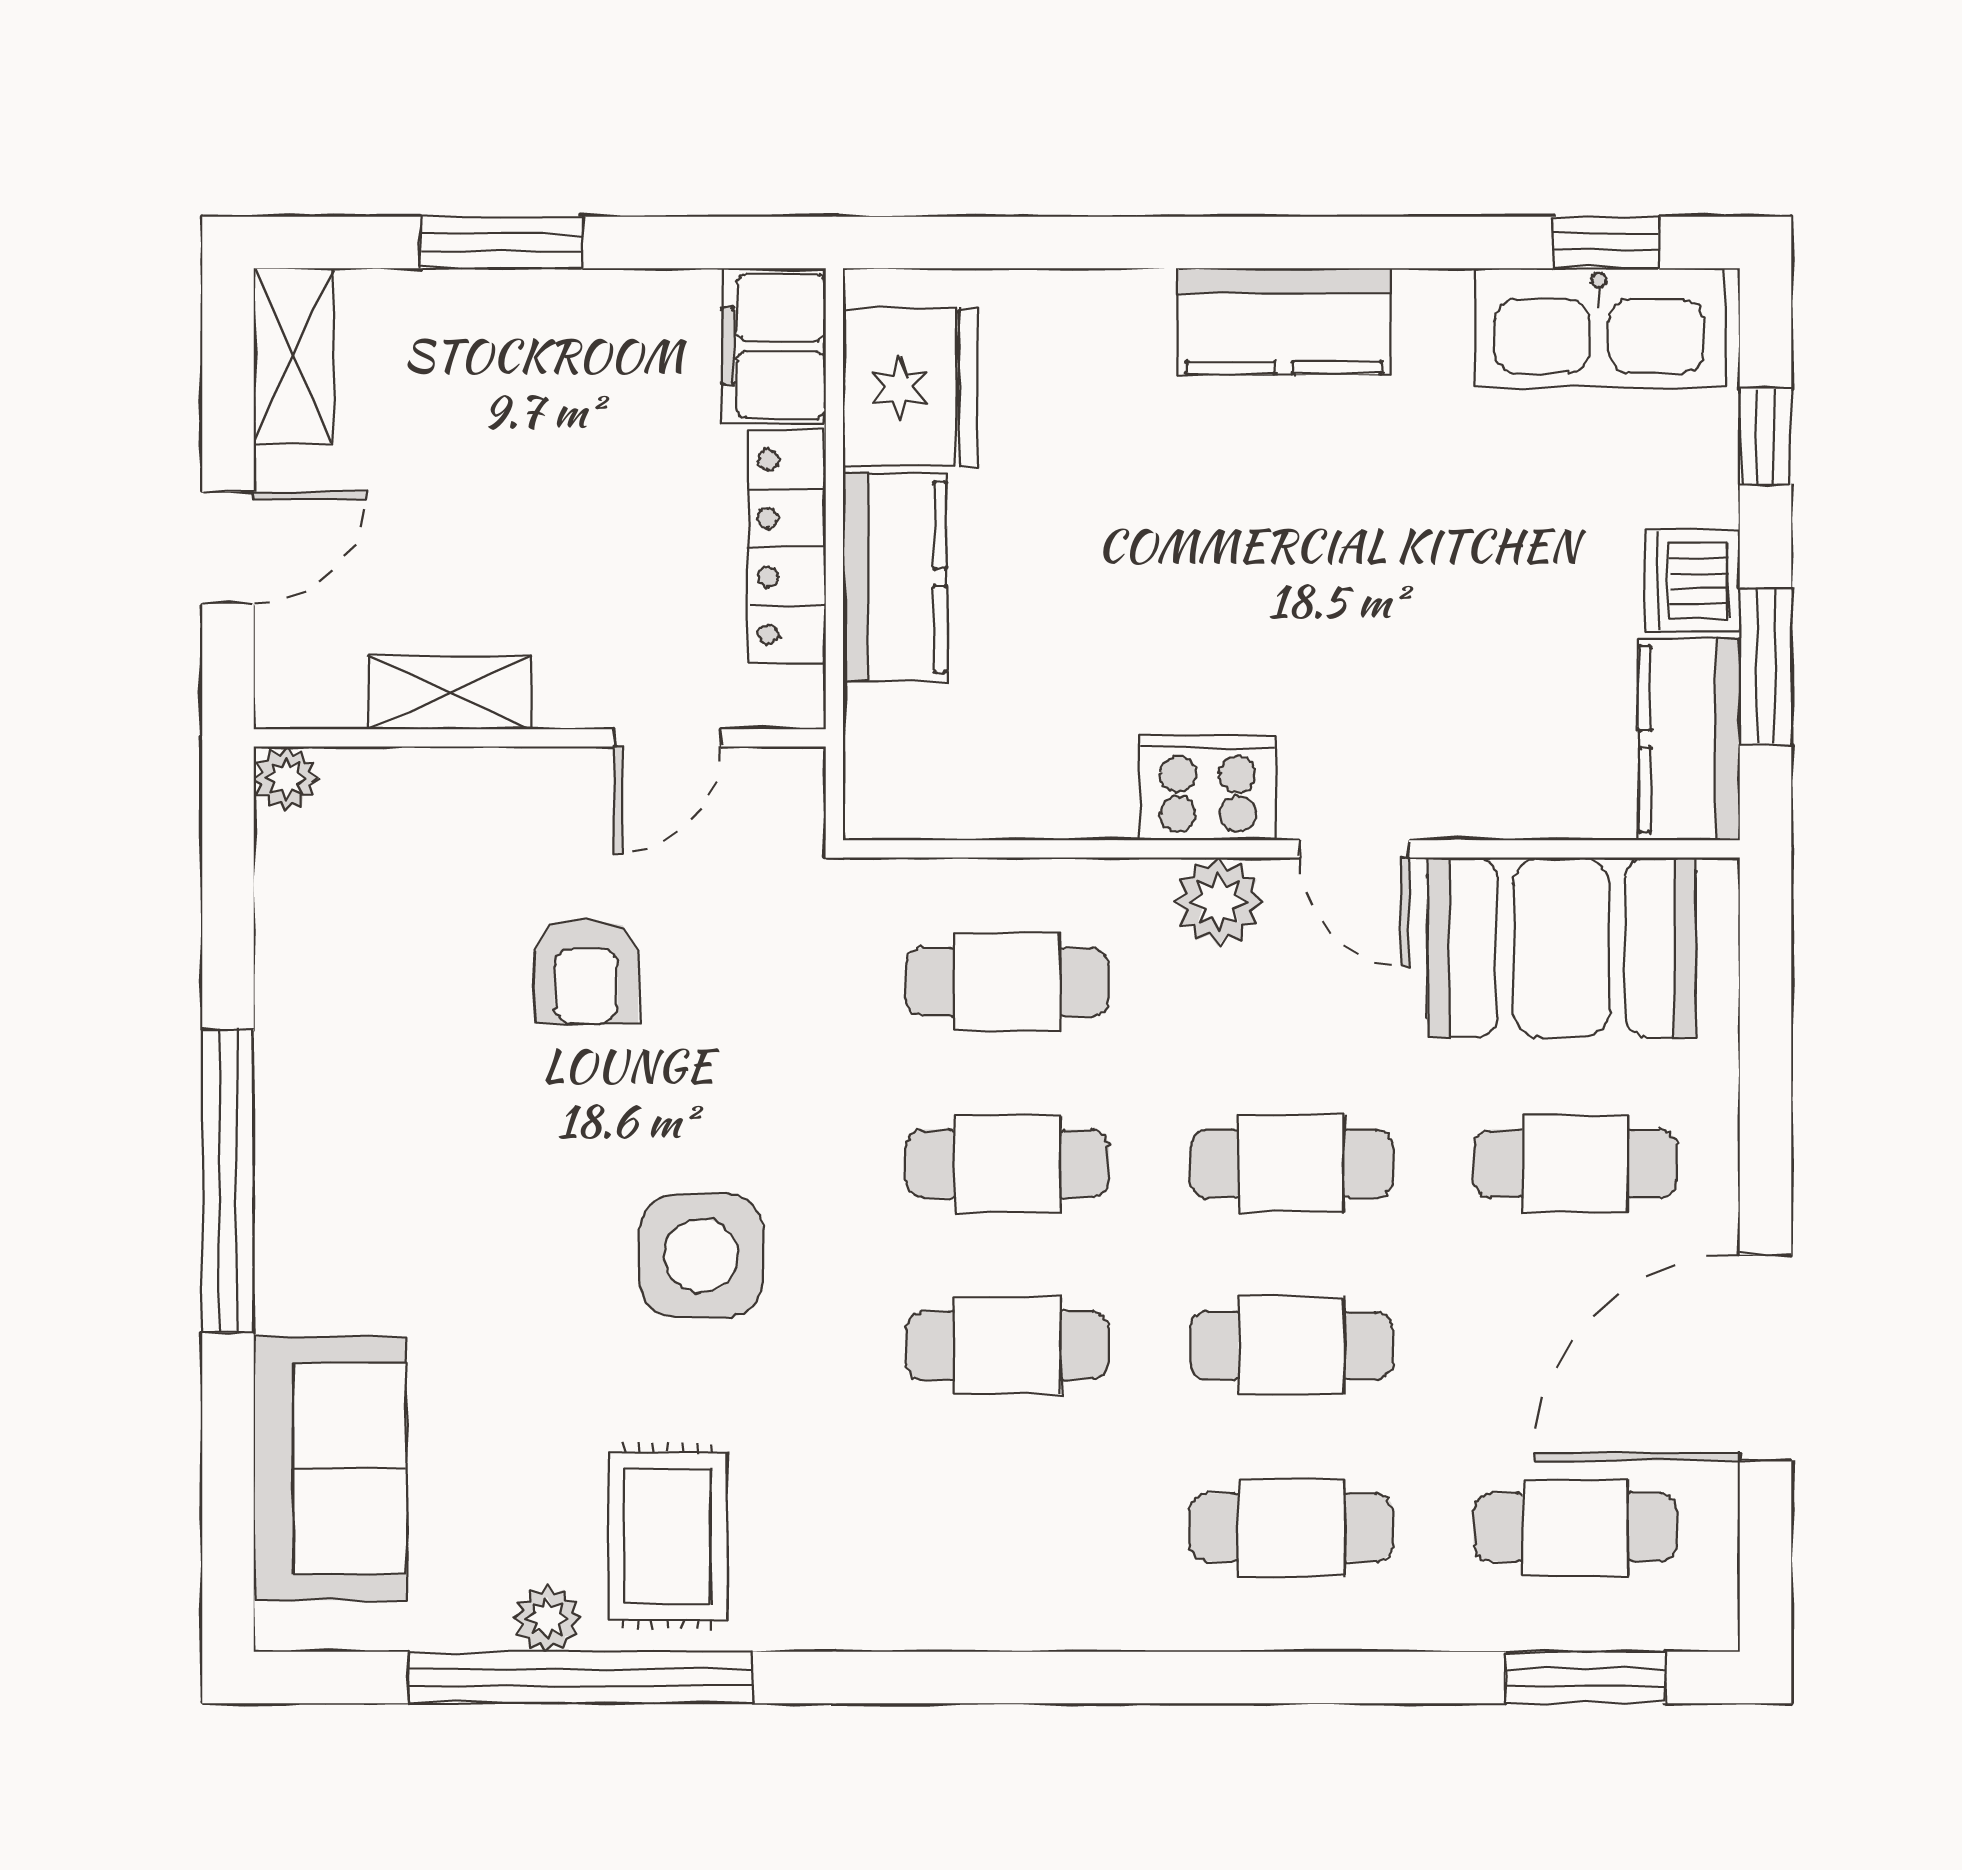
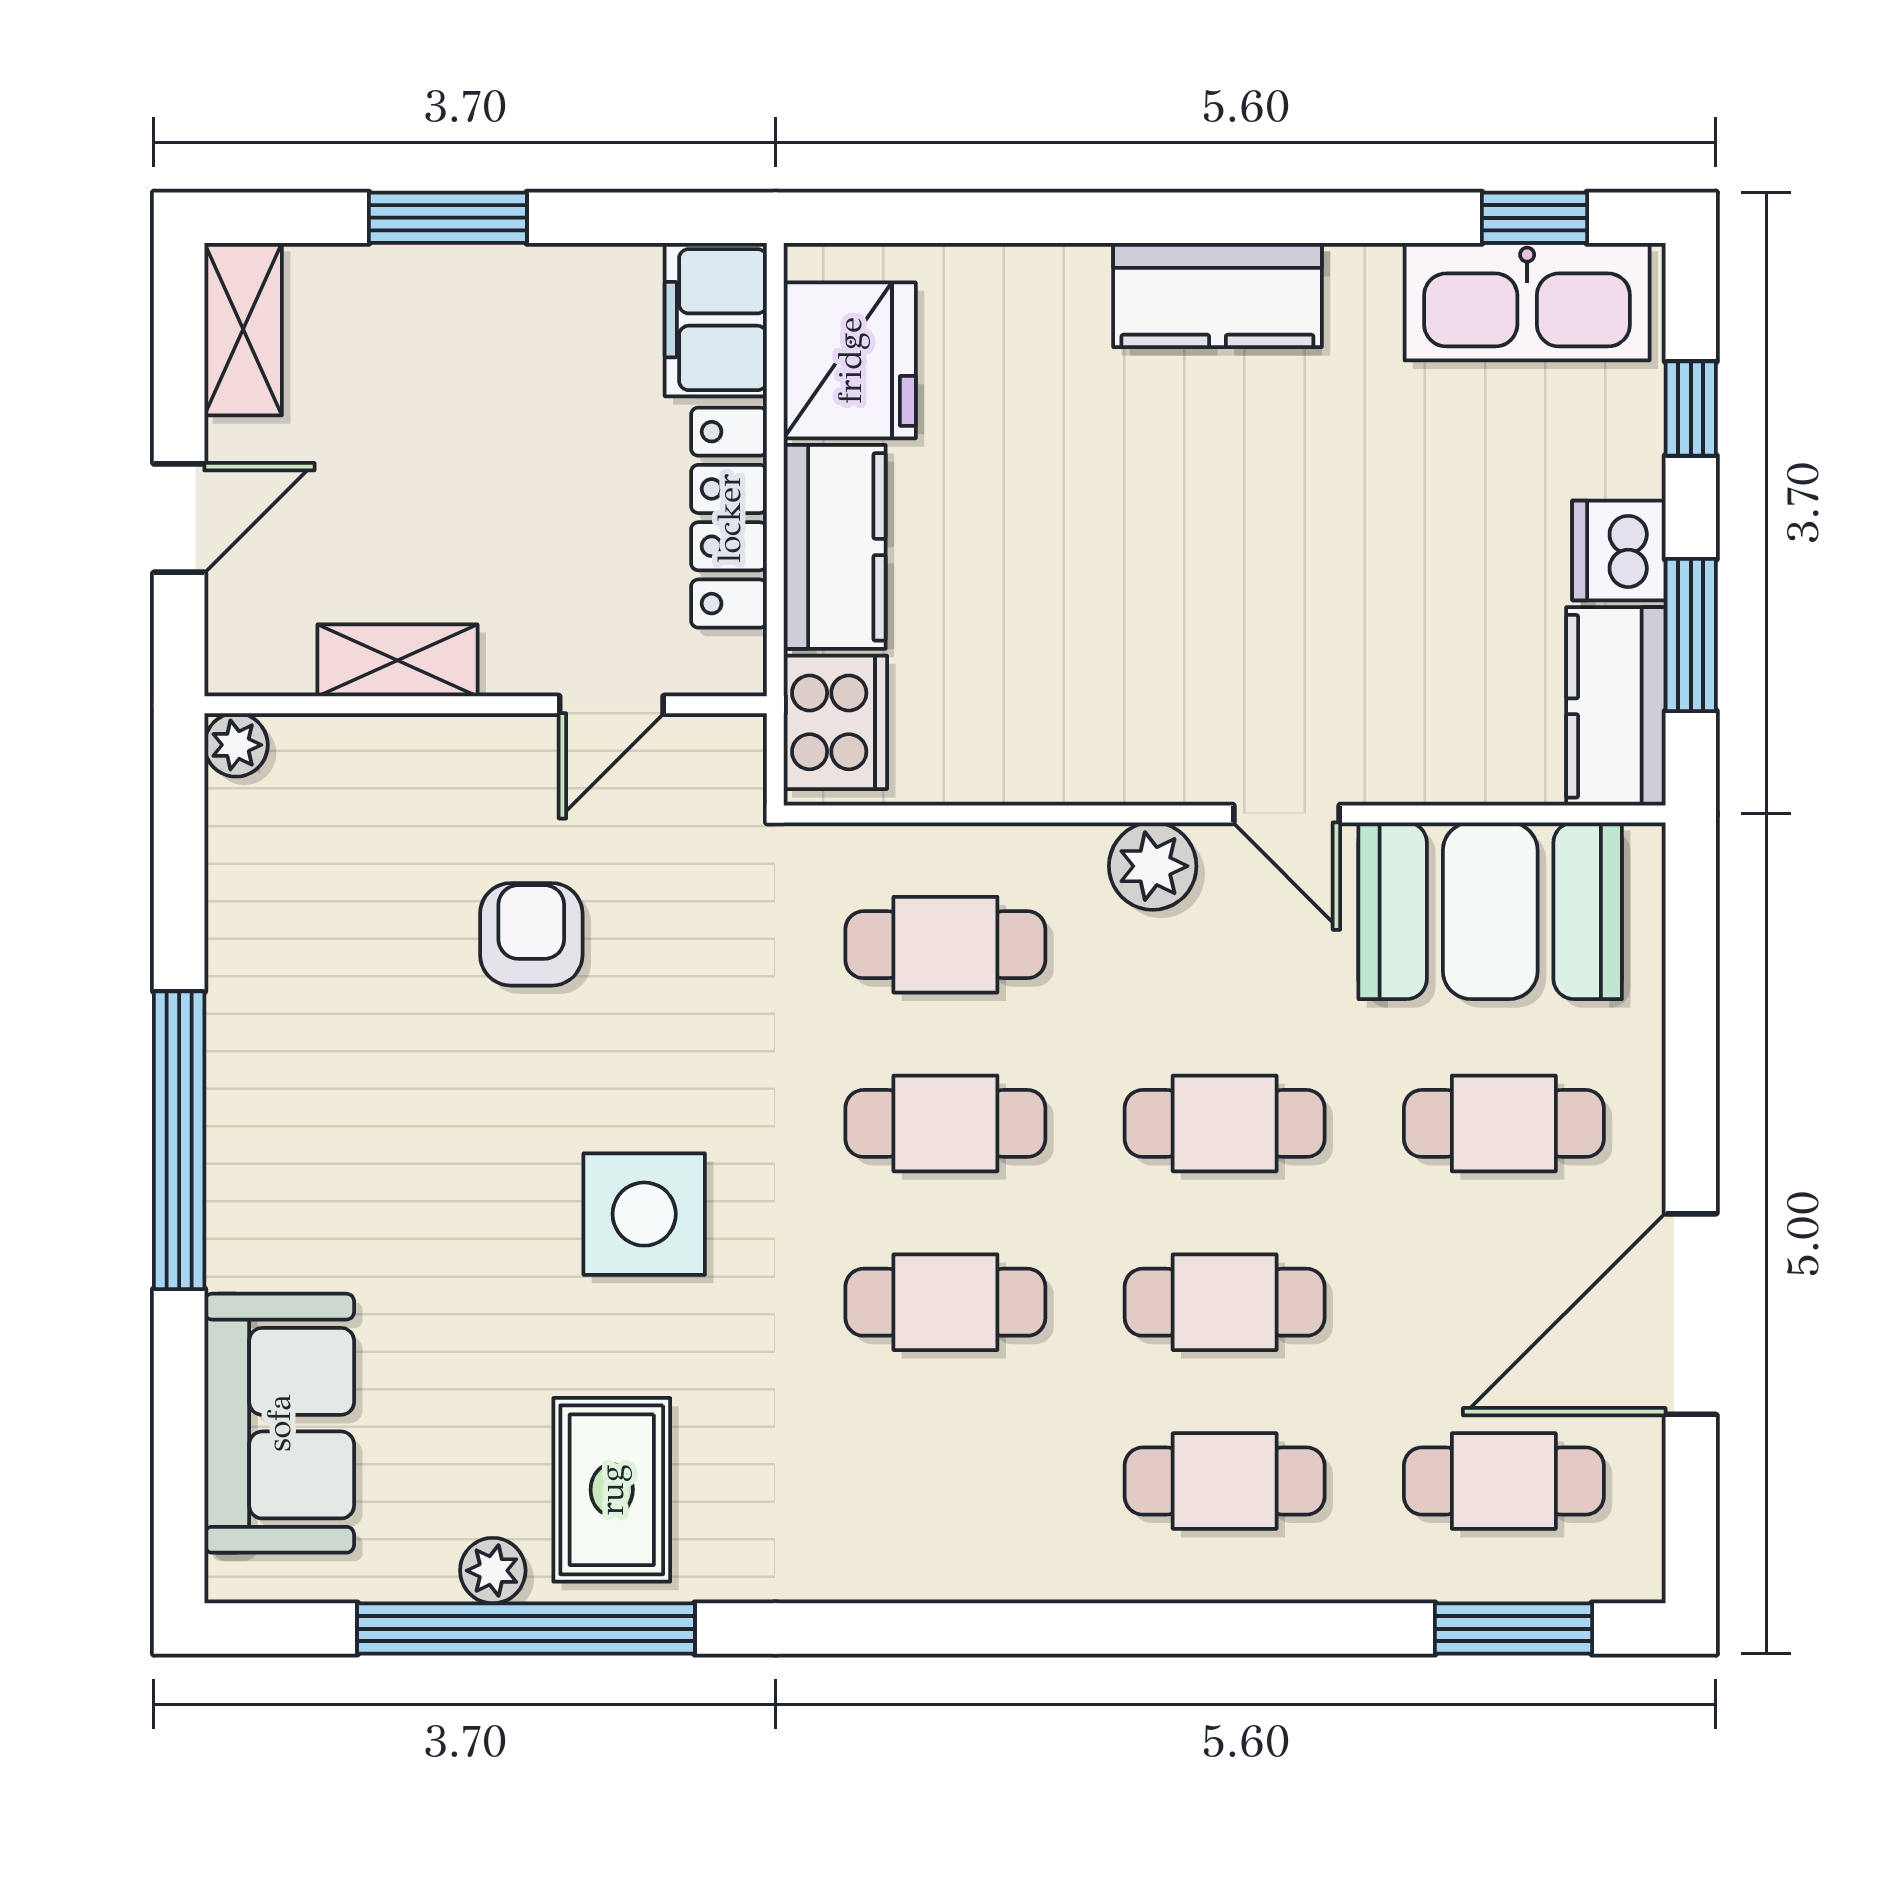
cooker: (1208, 788) -> (835, 722), moved, turned 90
armchair: (586, 971) -> (531, 934), turned 180

